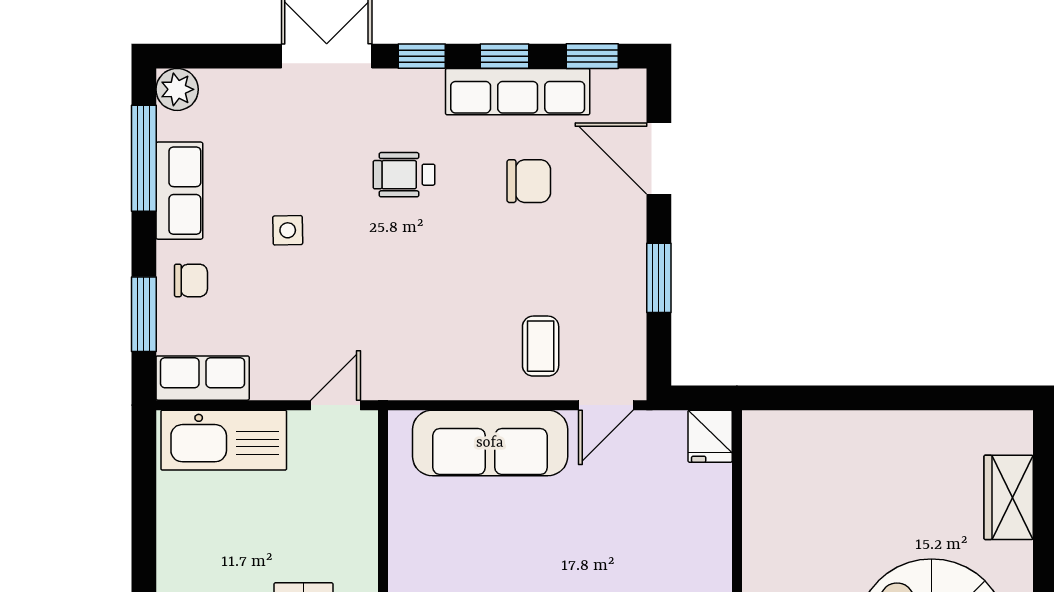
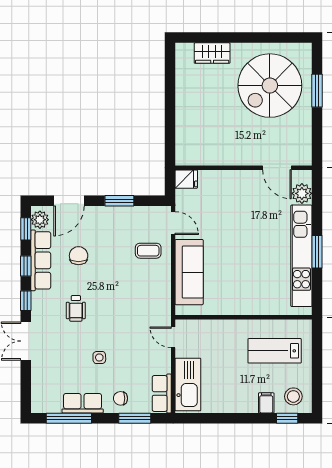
plant: (177, 89) -> (40, 220), moved
chair: (191, 280) -> (120, 398), turned -90

